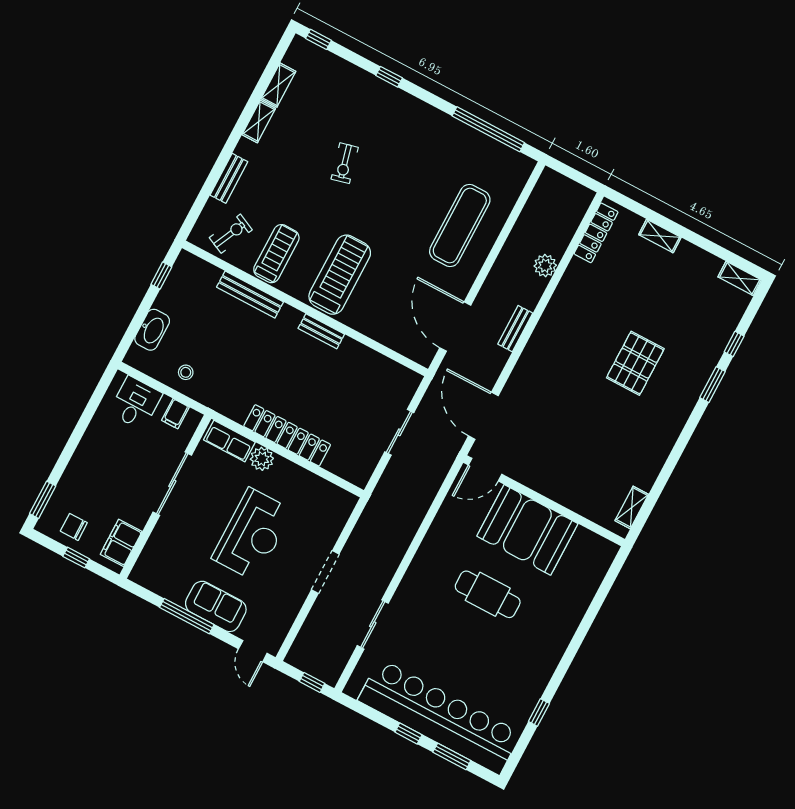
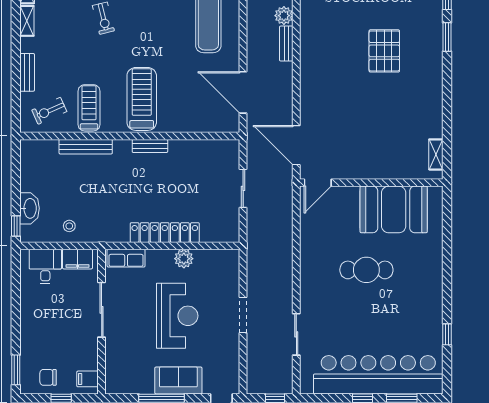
exercise bike: (231, 234) -> (49, 111), turned -139
window: (161, 276) -> (16, 226), moved
bench: (515, 329) -> (286, 44), moved
filing cabinet: (175, 414) -> (78, 259), width x2.00
plant: (262, 459) -> (184, 259), moved
booth: (527, 530) -> (394, 209), moved
filing cabinet: (121, 543) -> (88, 379), width x0.50

